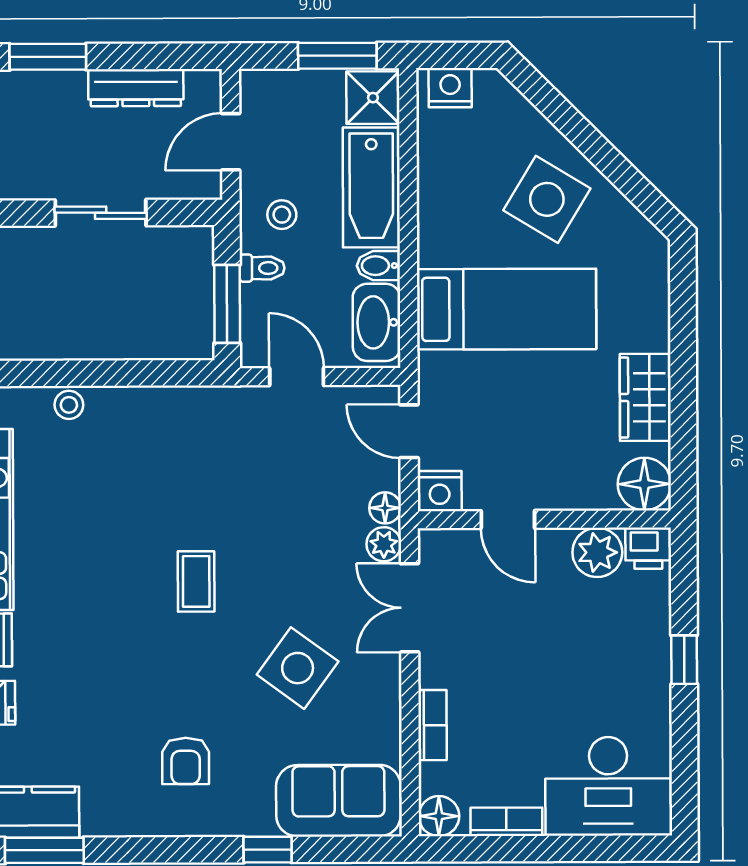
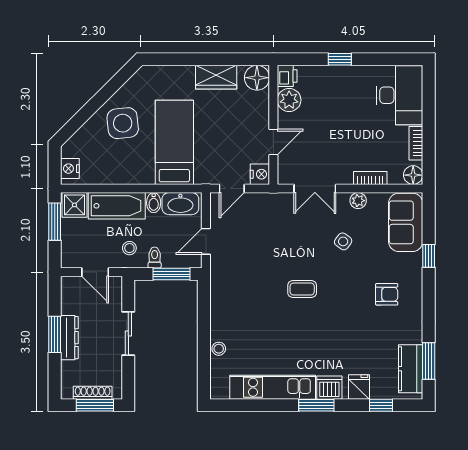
window: (48, 57) -> (55, 334), moved
dresser: (136, 88) -> (69, 338), moved
side table: (547, 199) -> (123, 123), turned -37
floor lamp: (385, 508) -> (268, 200), removed
plant: (384, 544) -> (358, 201), moved
side table: (298, 668) -> (343, 241), width x0.54, depth x0.54

